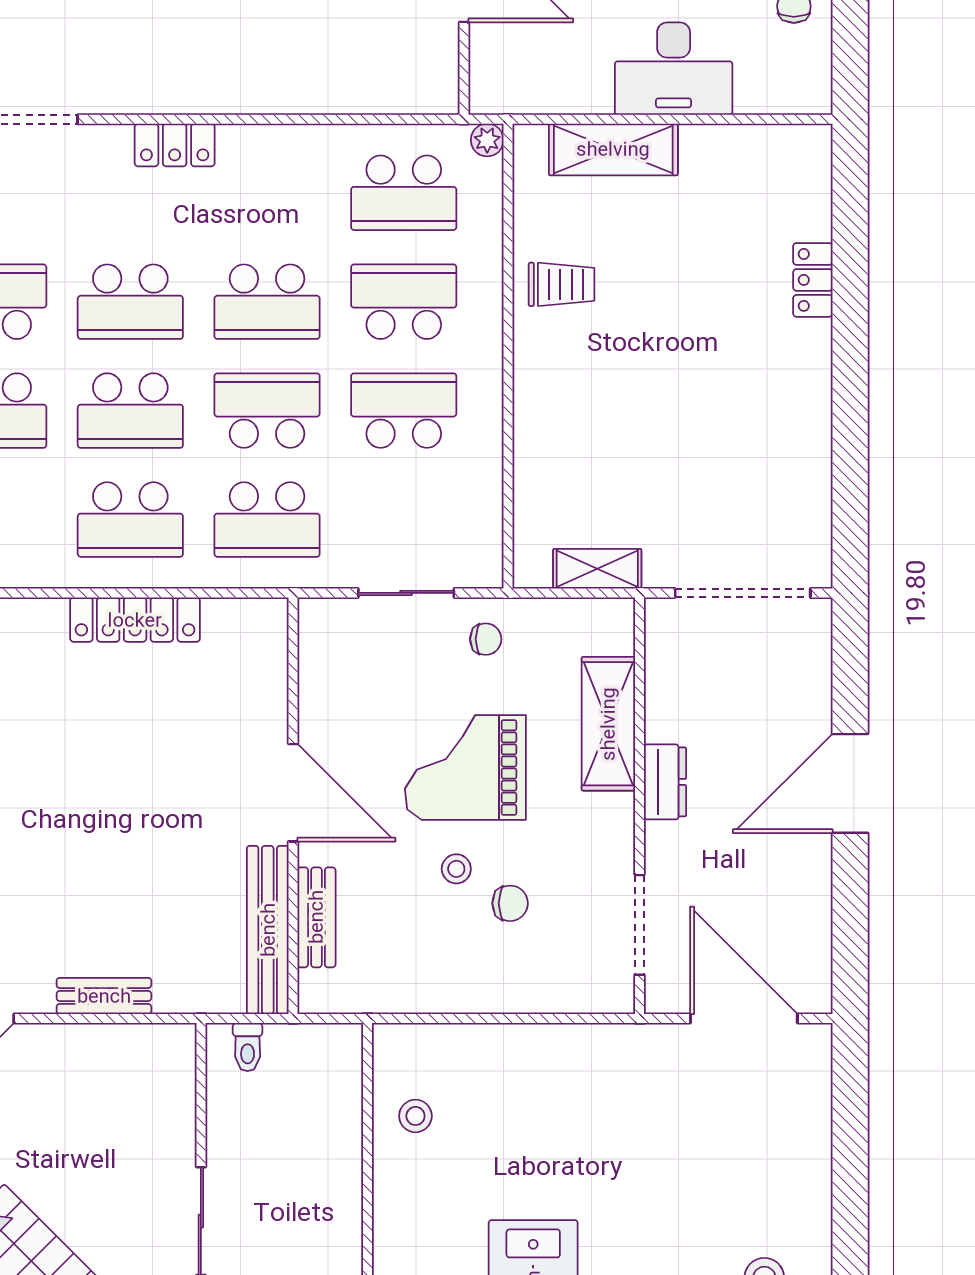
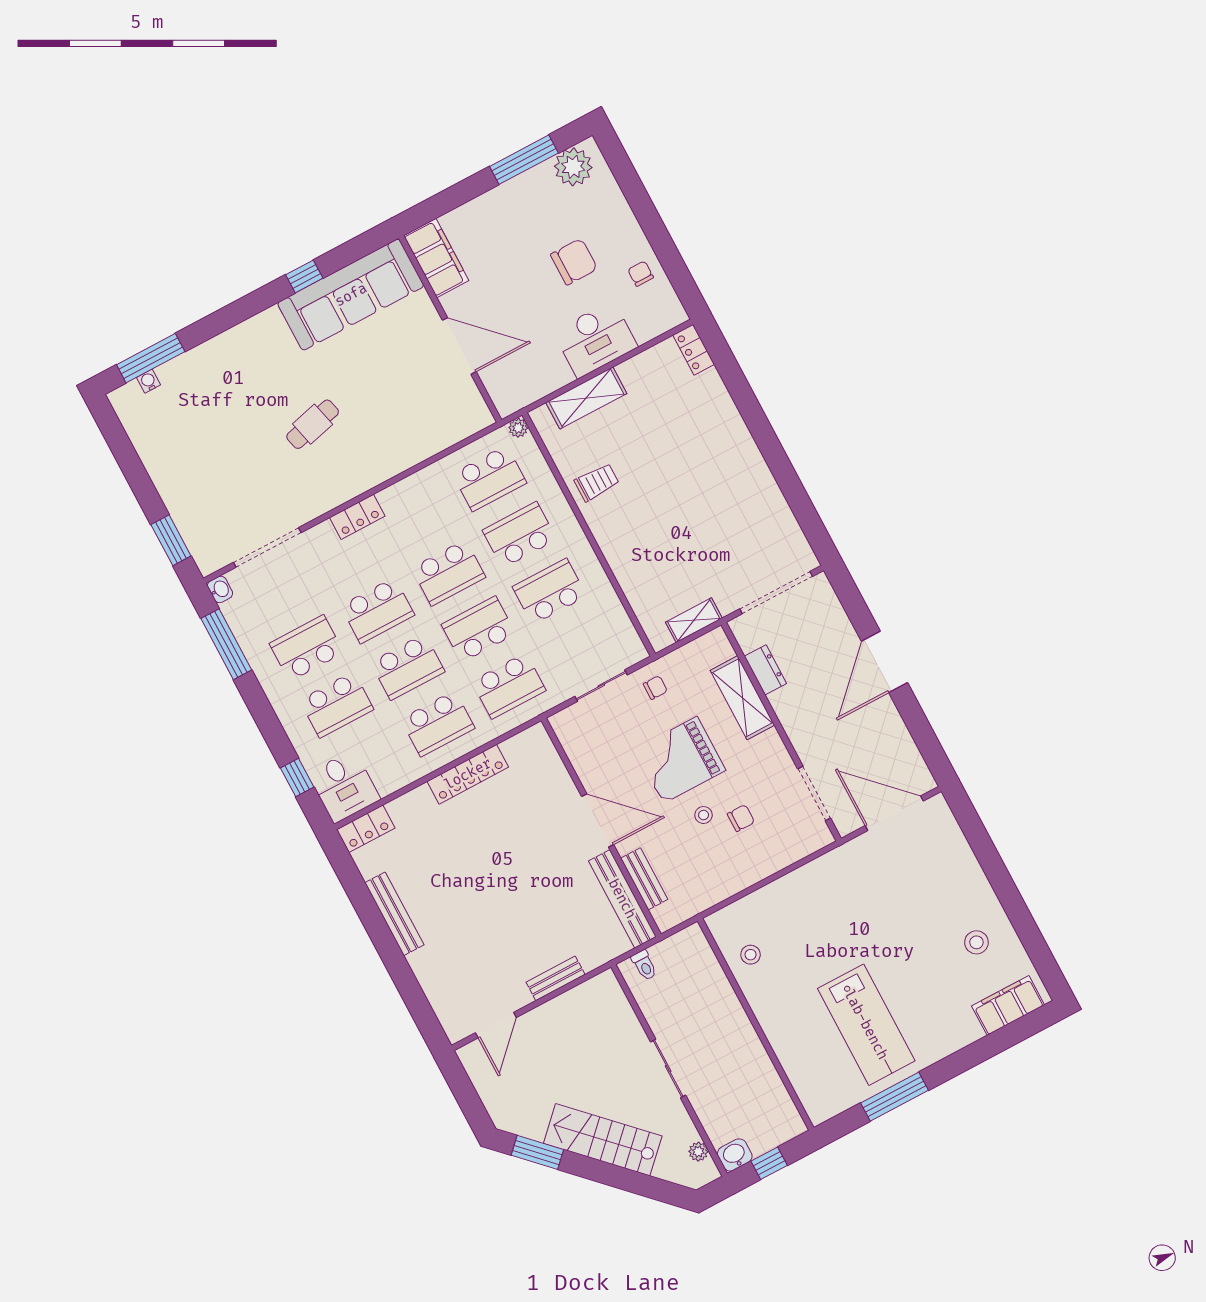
locker: (813, 280) -> (694, 350), moved
dresser: (665, 782) -> (765, 670), moved

